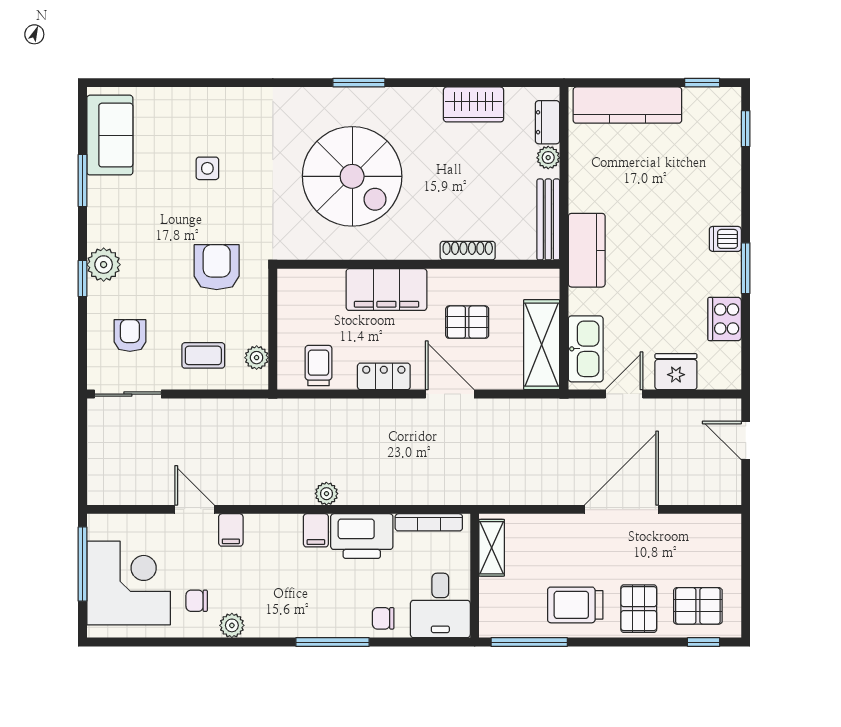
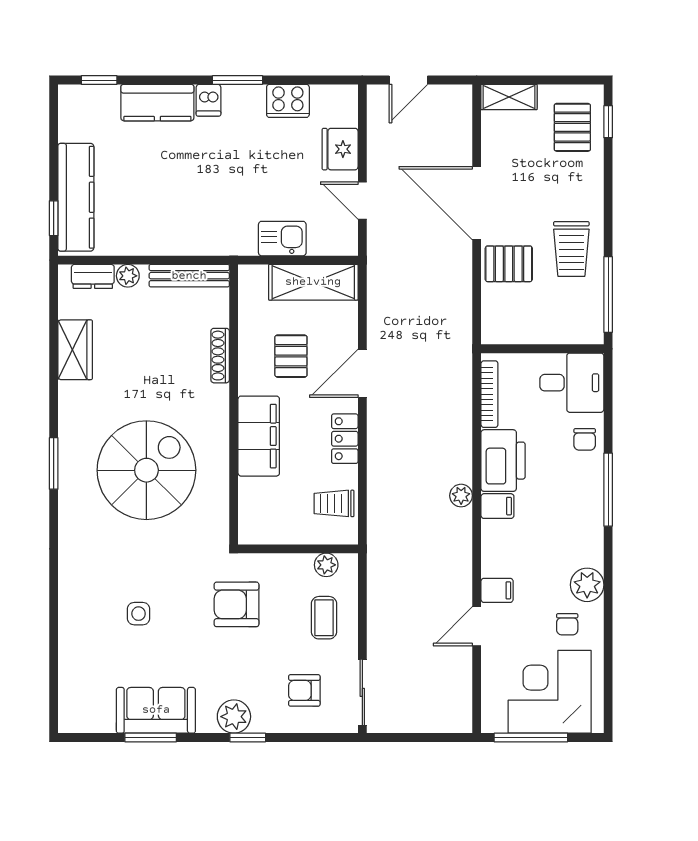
window: (702, 83) -> (54, 218), moved
sofa: (110, 135) -> (156, 710), moved
kitchen counter: (587, 250) -> (157, 103), moved, turned 180
kitchen sink: (586, 349) -> (282, 239), moved, width x0.73
shelving: (492, 548) -> (509, 97), moved
pallet: (639, 609) -> (509, 264), moved
plant: (232, 625) -> (587, 585), width x1.38, depth x1.38

